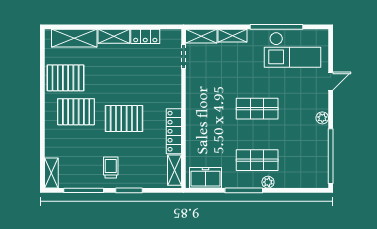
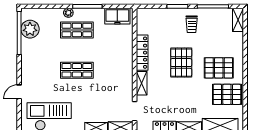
pallet: (124, 118) -> (181, 63), turned 90
plant: (322, 118) -> (30, 29), moved, width x1.87, depth x1.87
shelving: (174, 170) -> (142, 83), moved

